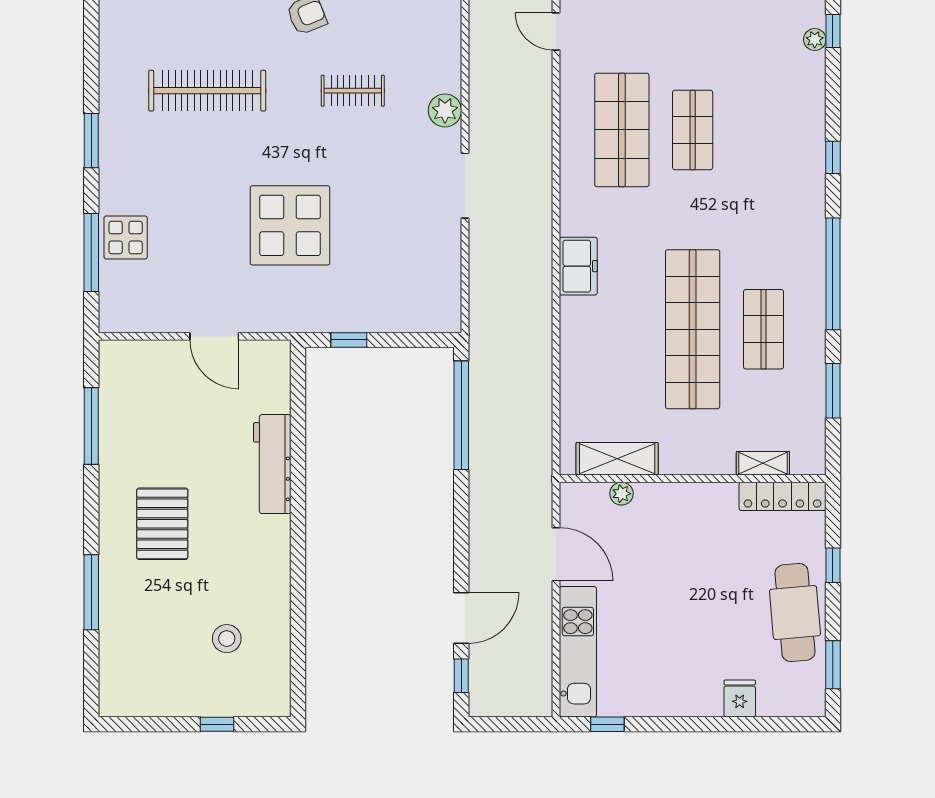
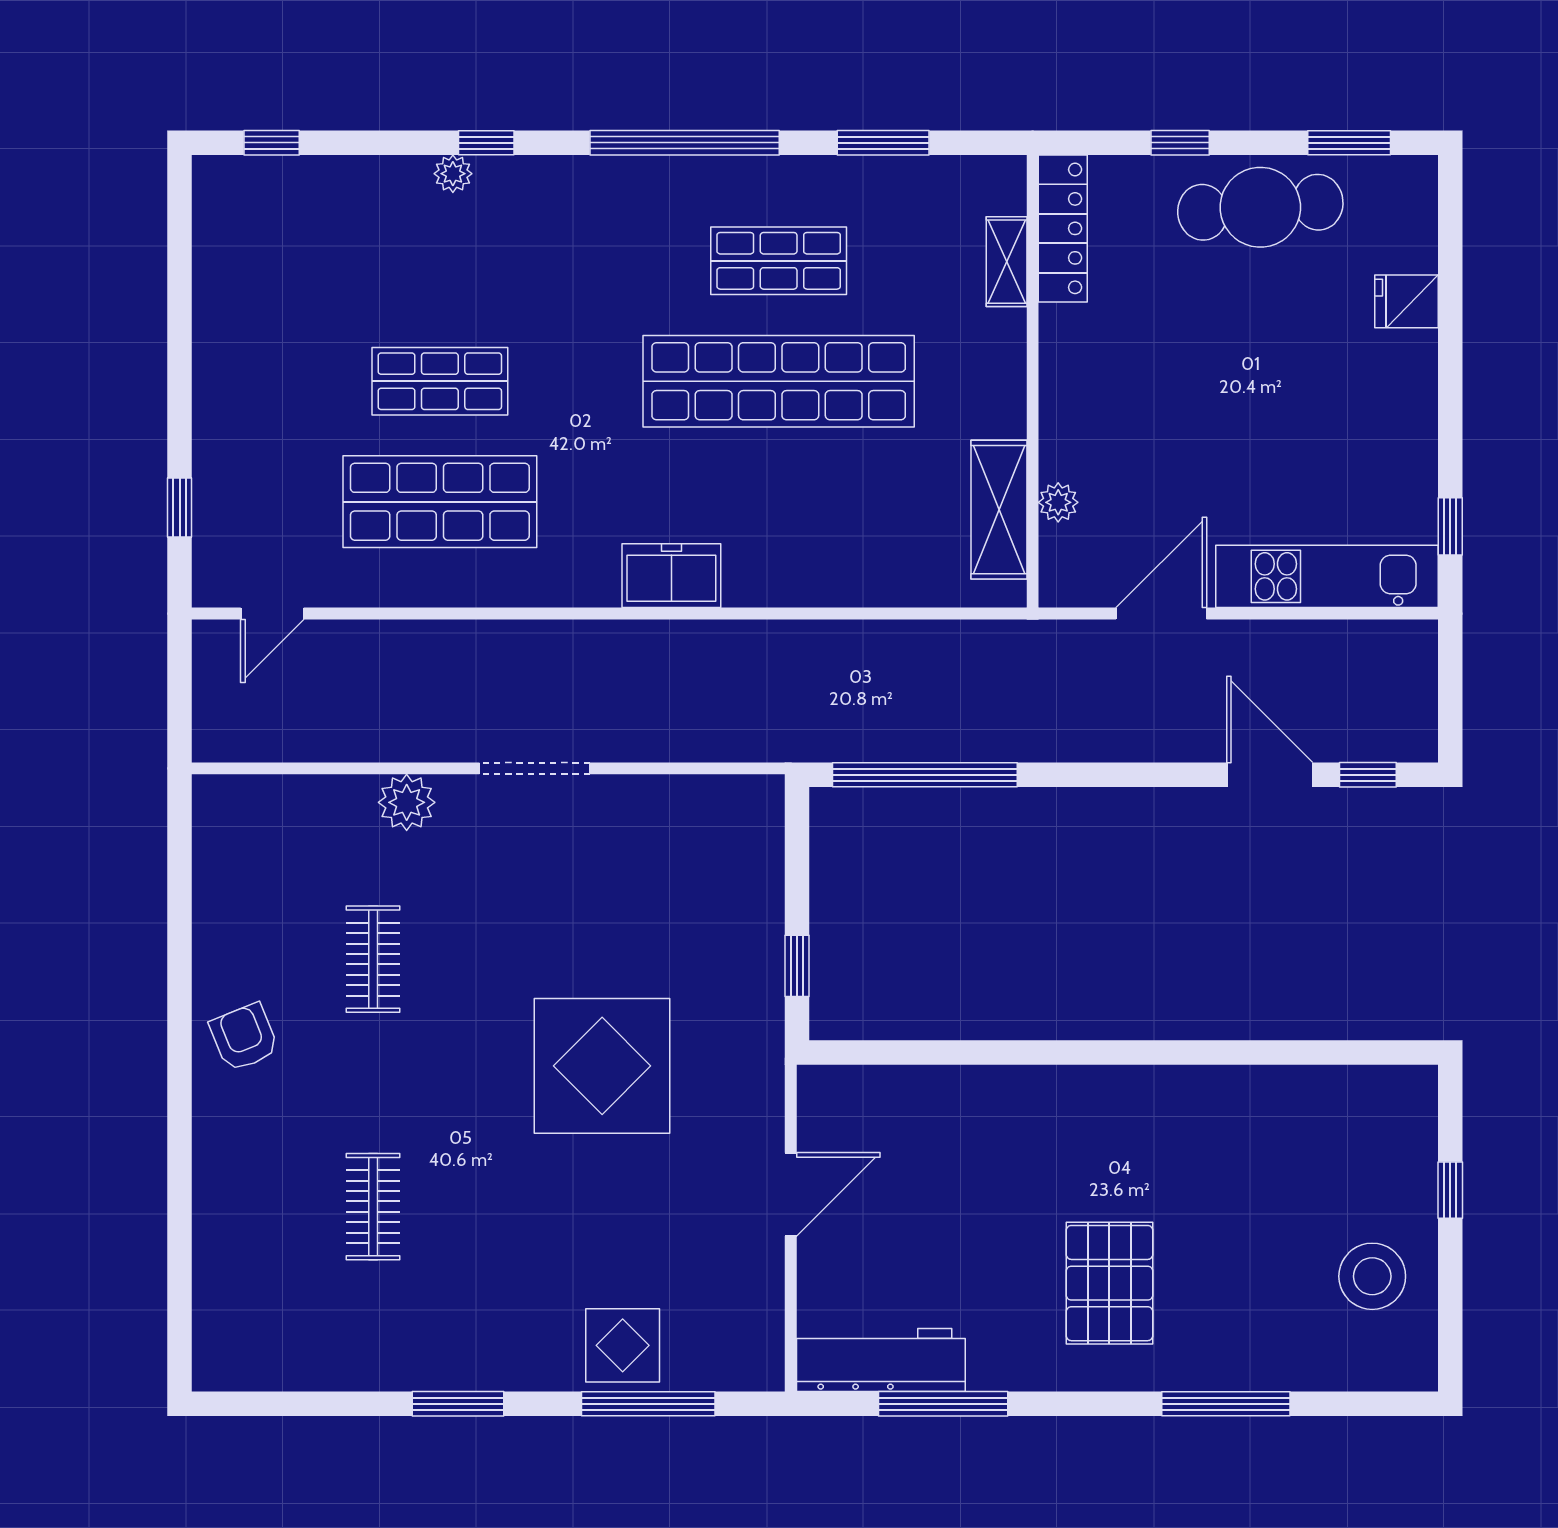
plant: (815, 40) -> (453, 174), moved
clothes rail: (207, 91) -> (373, 1207), width x0.54, depth x0.76
workbench: (272, 464) -> (881, 1360), moved, turned 180
pallet: (162, 524) -> (1109, 1283), turned 90
stool: (227, 639) -> (1372, 1276), moved, width x1.38, depth x1.38

